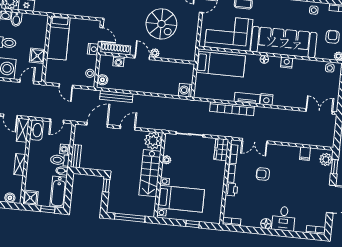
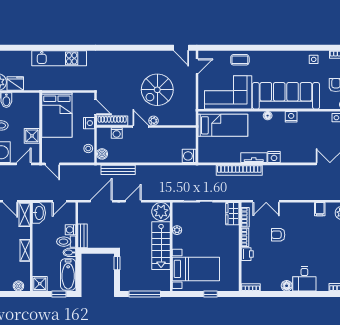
spiral stairs: (161, 24) -> (157, 90), turned 90
bed: (58, 38) -> (57, 115), width x1.50
door: (66, 86) -> (52, 164), moved

